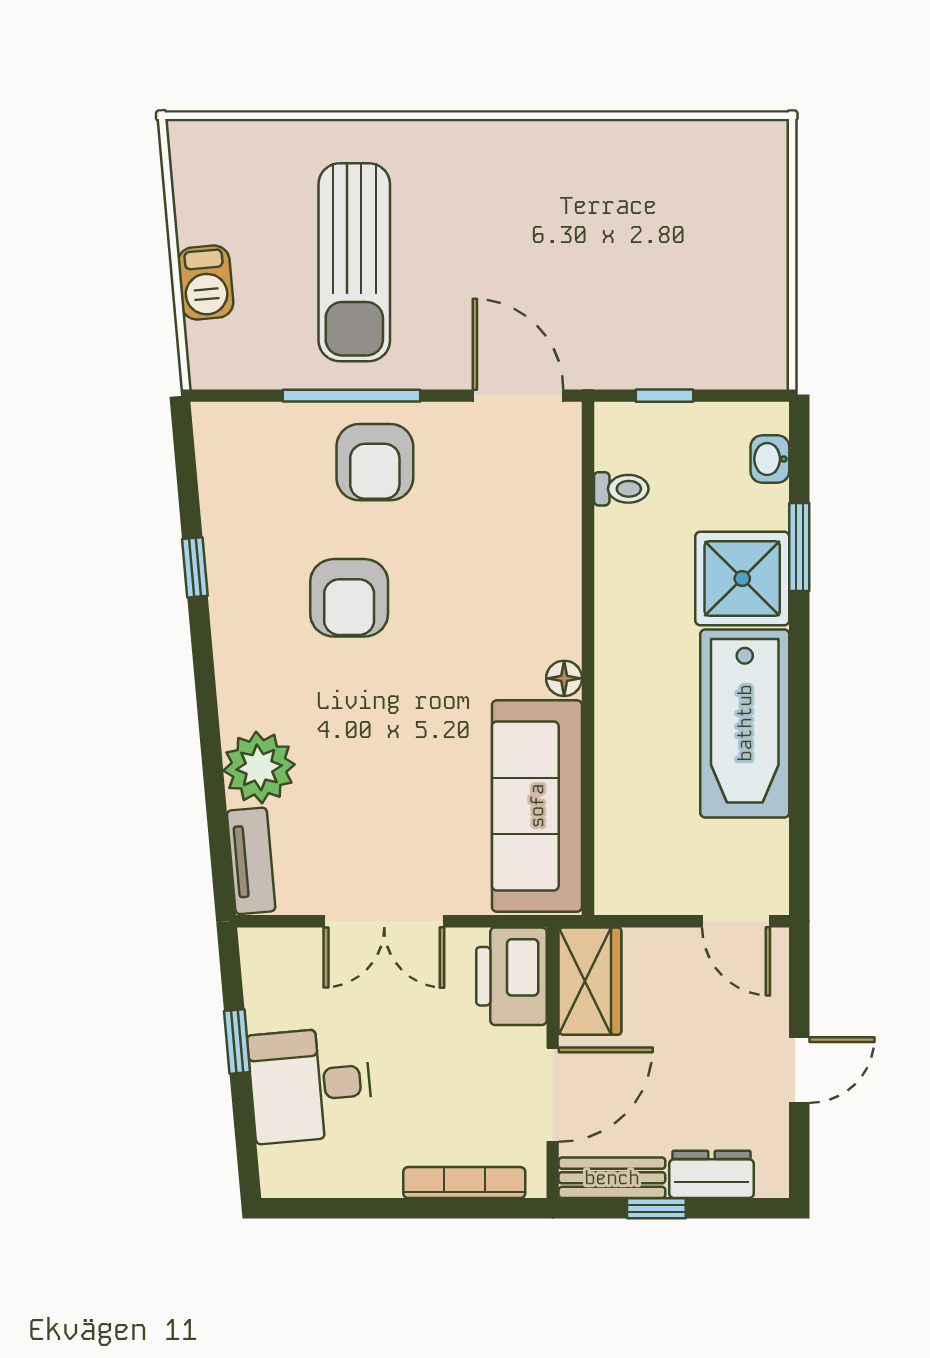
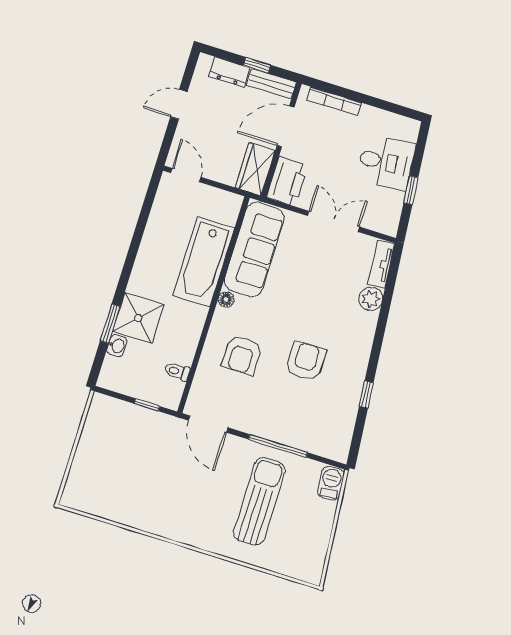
barbecue: (206, 283) -> (331, 483), moved
washbasin: (770, 459) -> (117, 346), moved
armchair: (375, 462) -> (242, 355), moved, turned 180
bathtub: (745, 723) -> (204, 262), moved, turned 180
plant: (259, 767) -> (371, 299), width x0.73, depth x0.73

